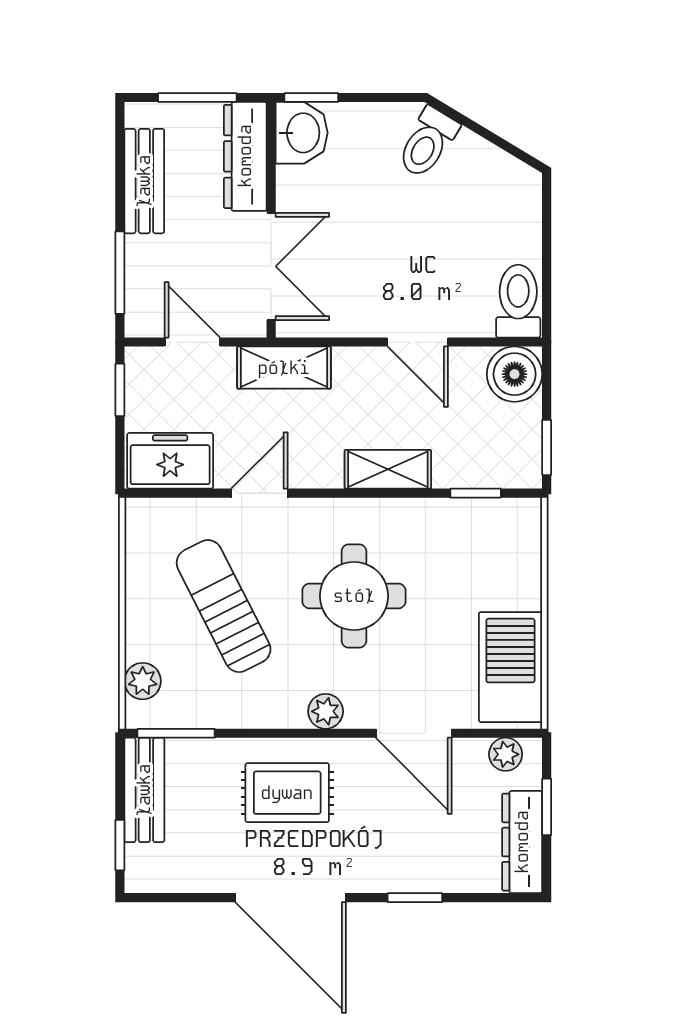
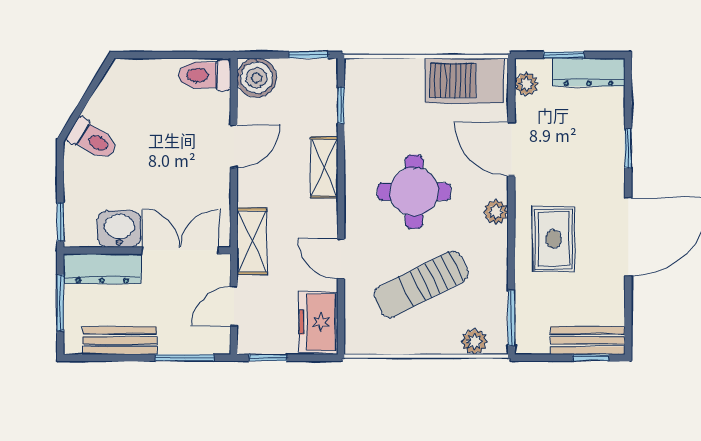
washbasin: (302, 133) -> (119, 229), moved
door: (414, 733) -> (511, 149), swing flipped
bench: (144, 790) -> (587, 340), moved

